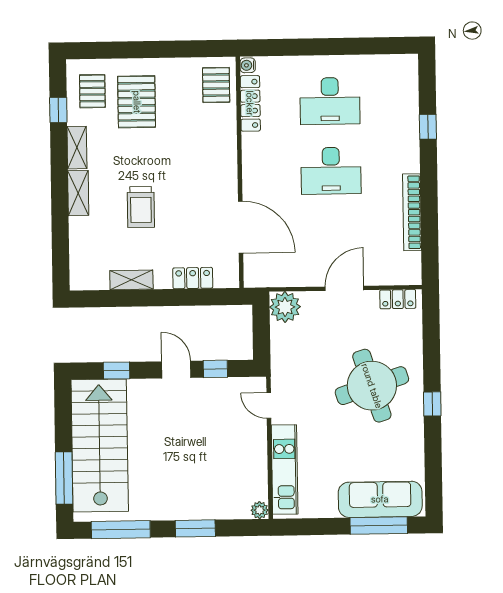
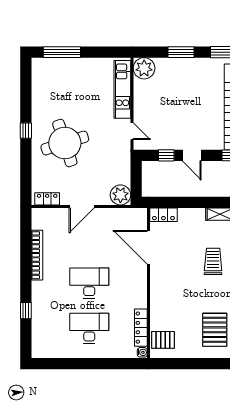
pallet: (216, 85) -> (163, 340), turned 90
locker: (193, 278) -> (163, 215), moved
sofa: (380, 499) -> (61, 69), removed
plant: (260, 510) -> (144, 68), width x1.88, depth x1.88

